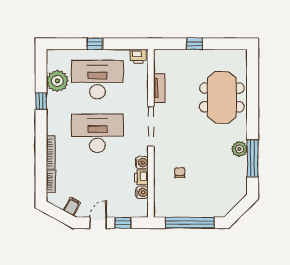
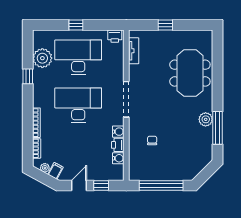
tv unit: (159, 88) -> (134, 51), moved
plant: (60, 203) -> (45, 168), added

